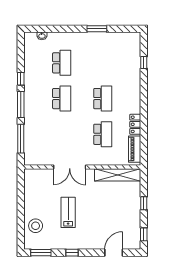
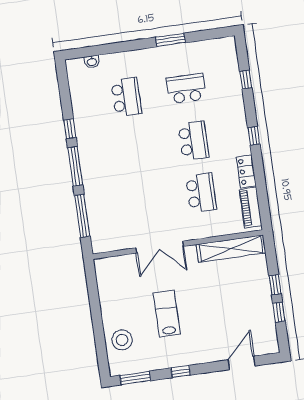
school desk: (62, 99) -> (186, 89), moved, turned -90
window: (144, 101) -> (254, 136), added
window: (144, 234) -> (279, 312), moved

